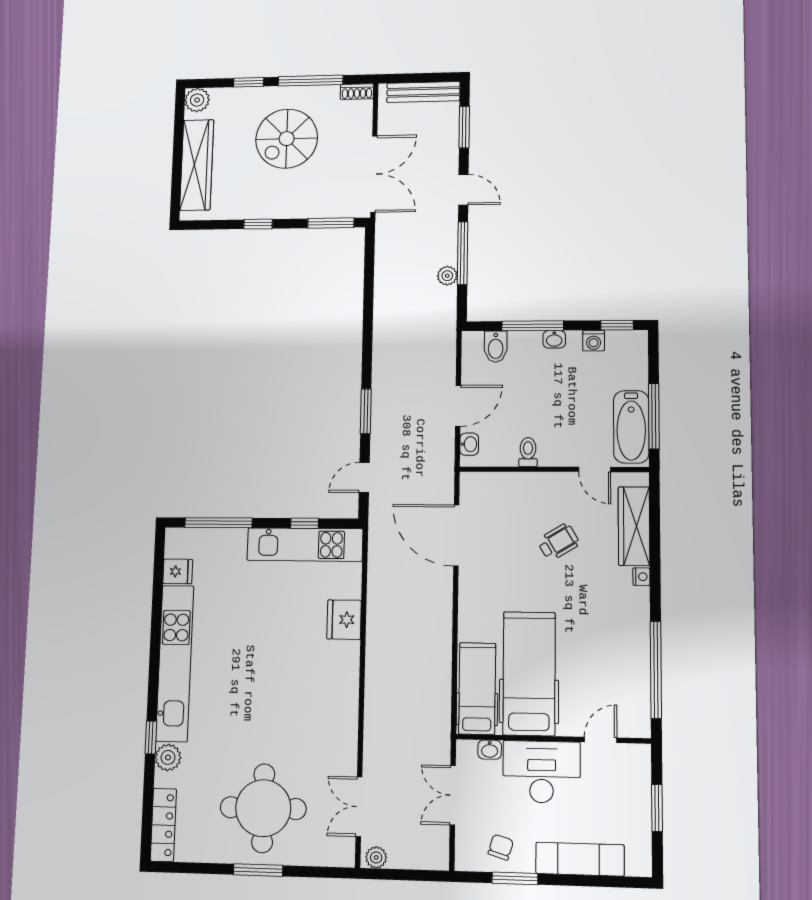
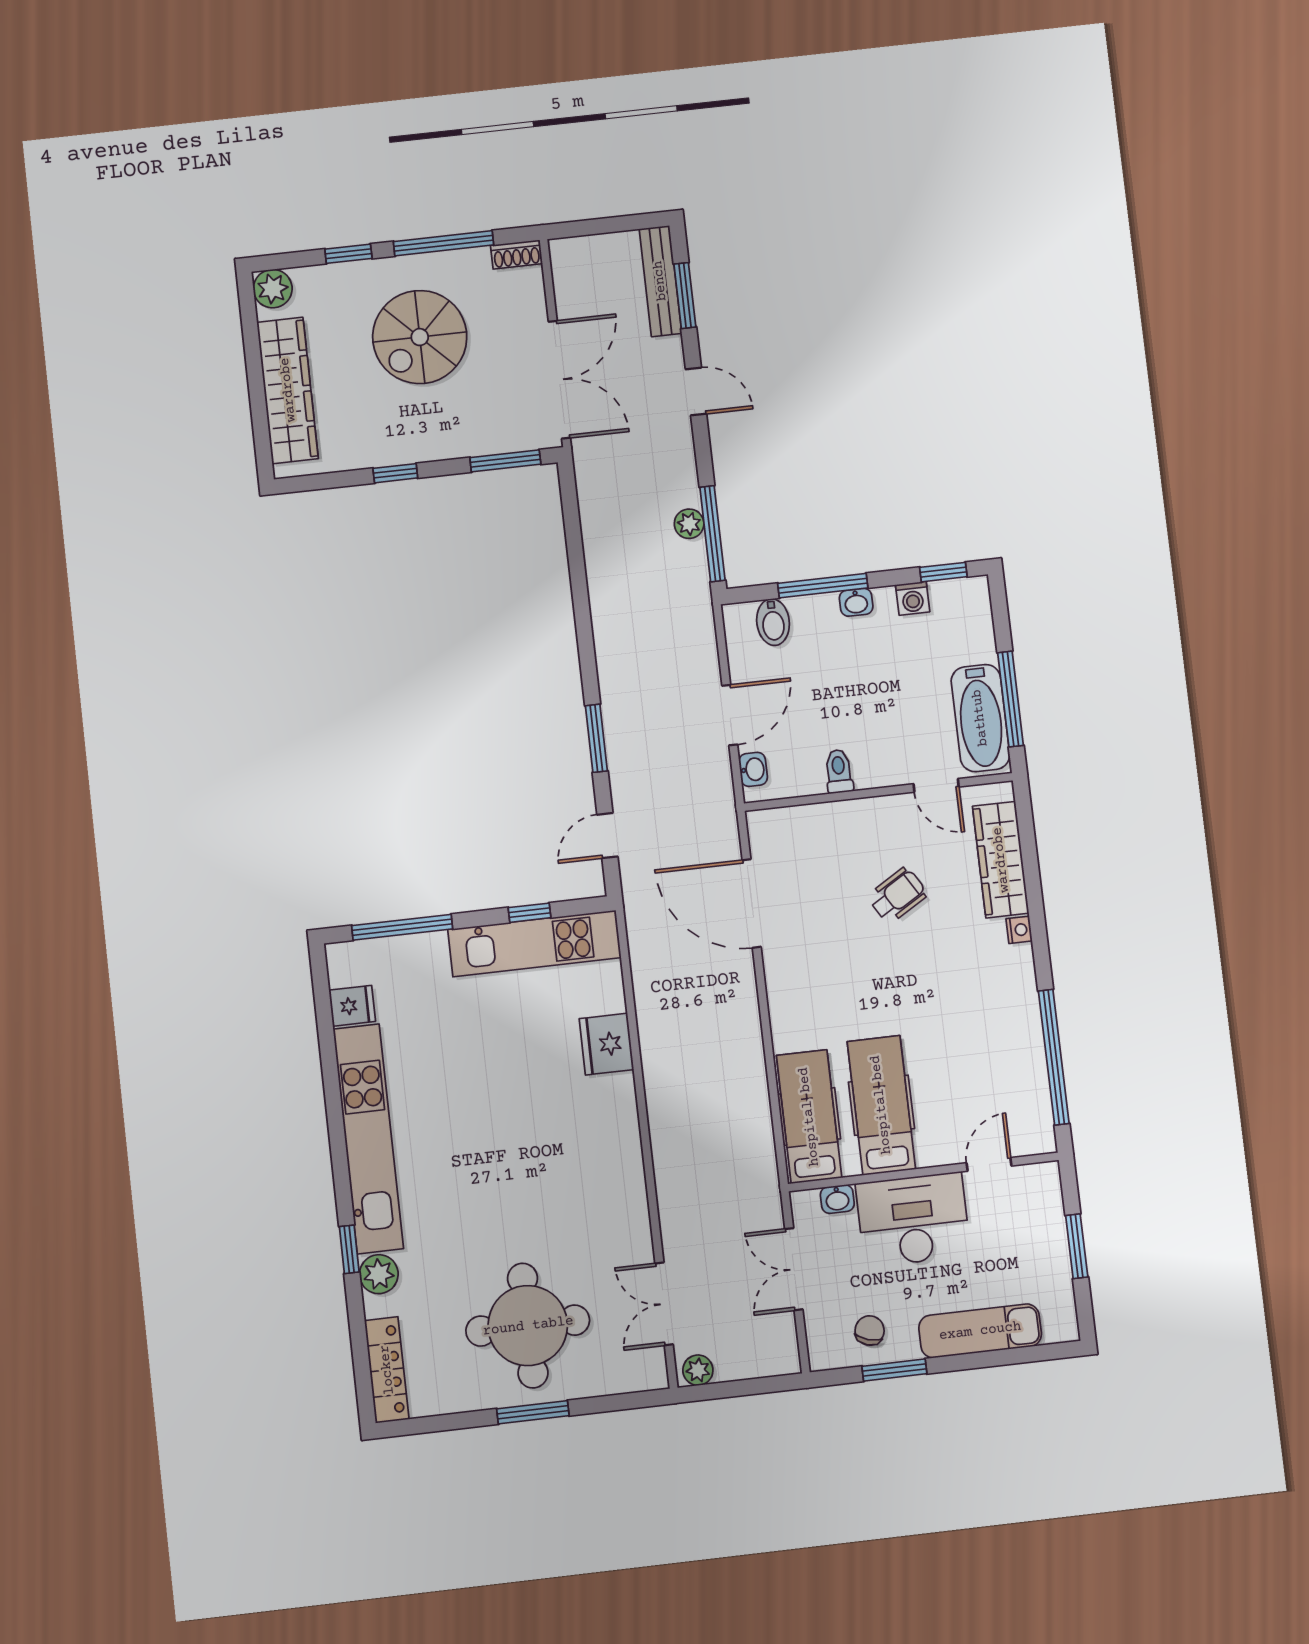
bench: (423, 92) -> (660, 281), moved, turned 90
window: (463, 253) -> (712, 534), moved
hospital bed: (529, 674) -> (881, 1105), width x0.73, depth x0.78

